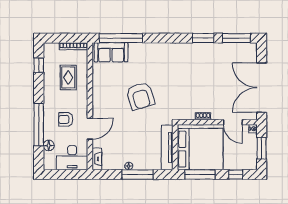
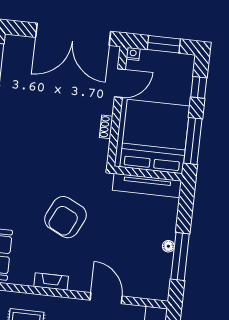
armchair: (140, 96) -> (65, 217), turned 133
fireplace: (97, 159) -> (51, 281), moved
window: (138, 175) -> (180, 257), moved

